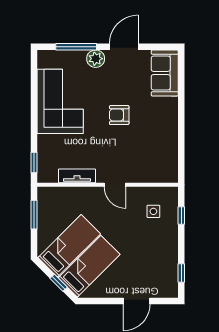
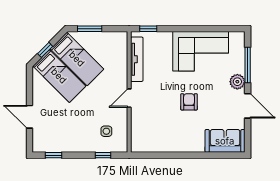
tv unit: (77, 176) -> (137, 59), width x1.41
window: (34, 215) -> (90, 29), moved

